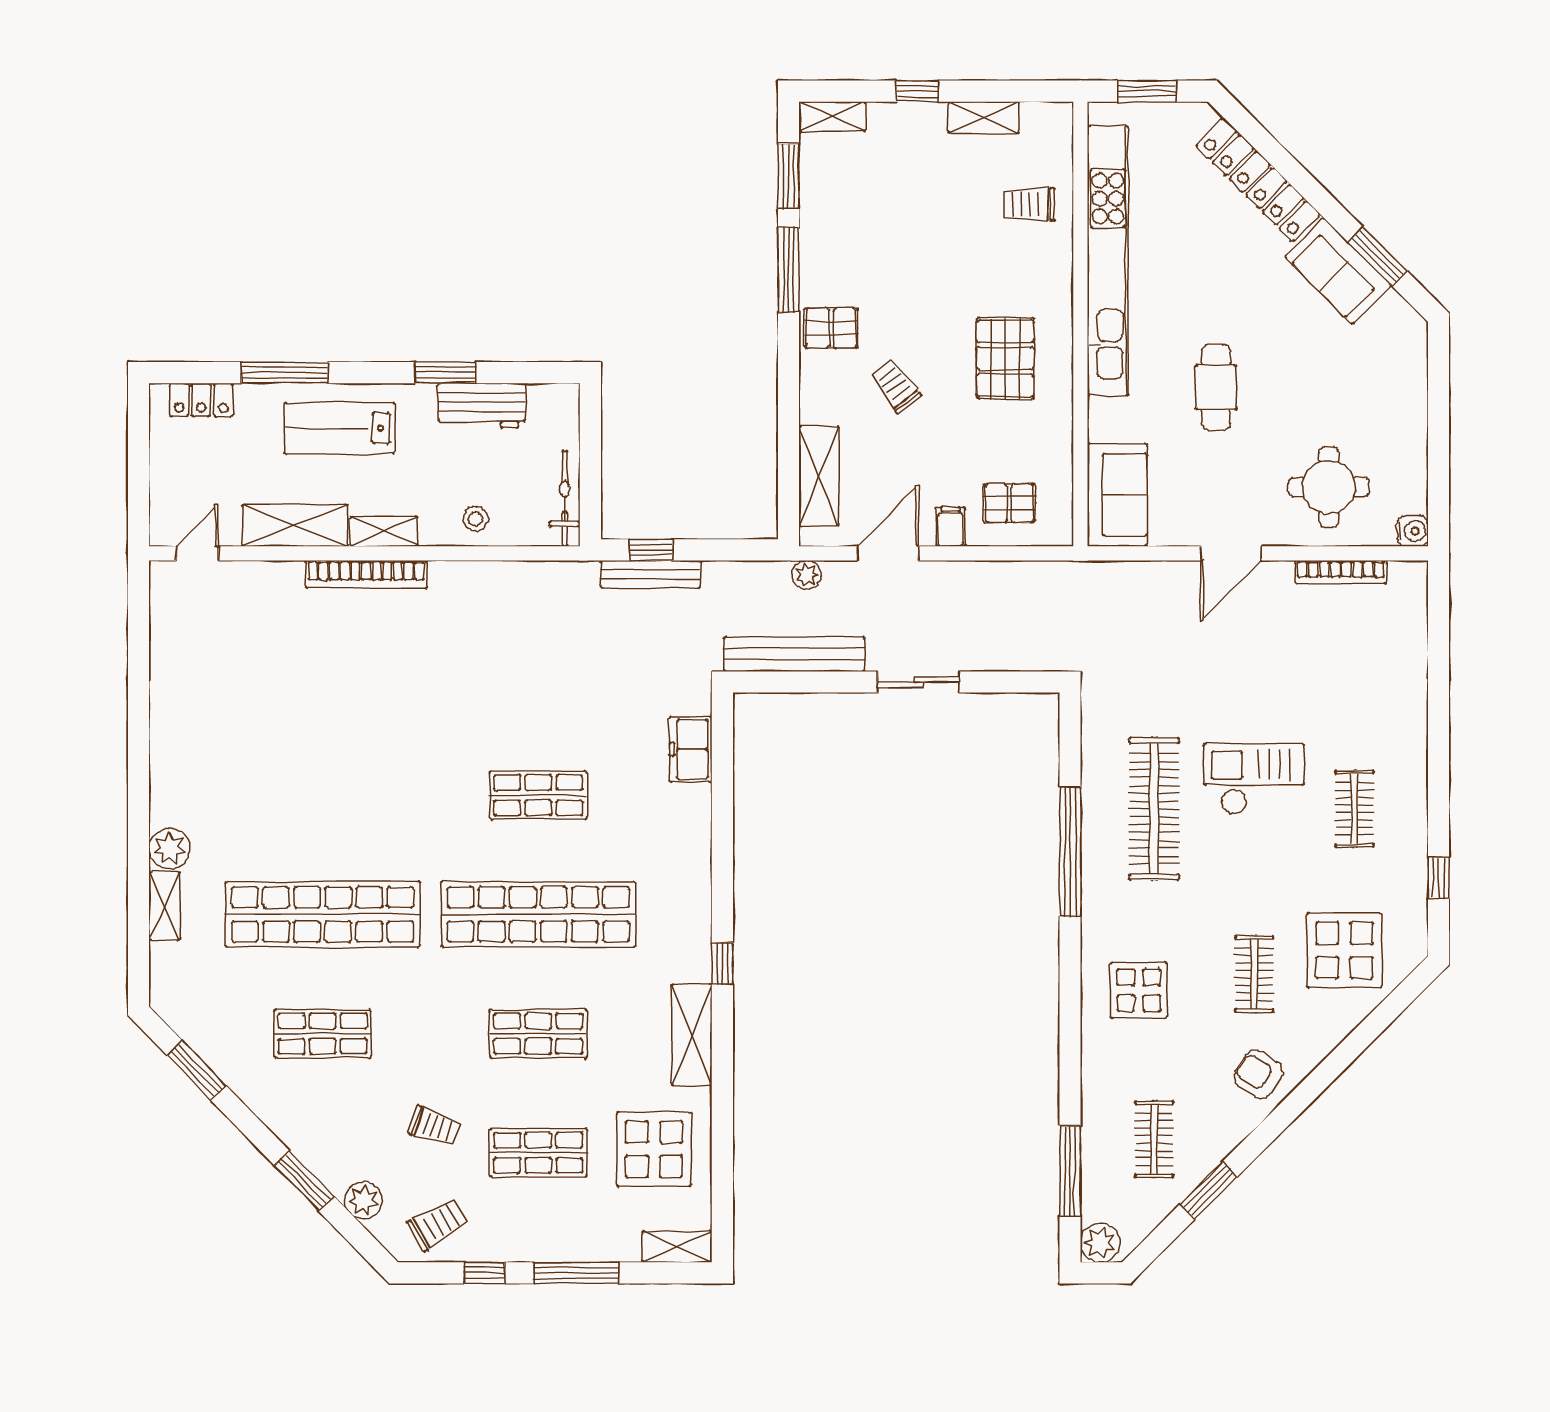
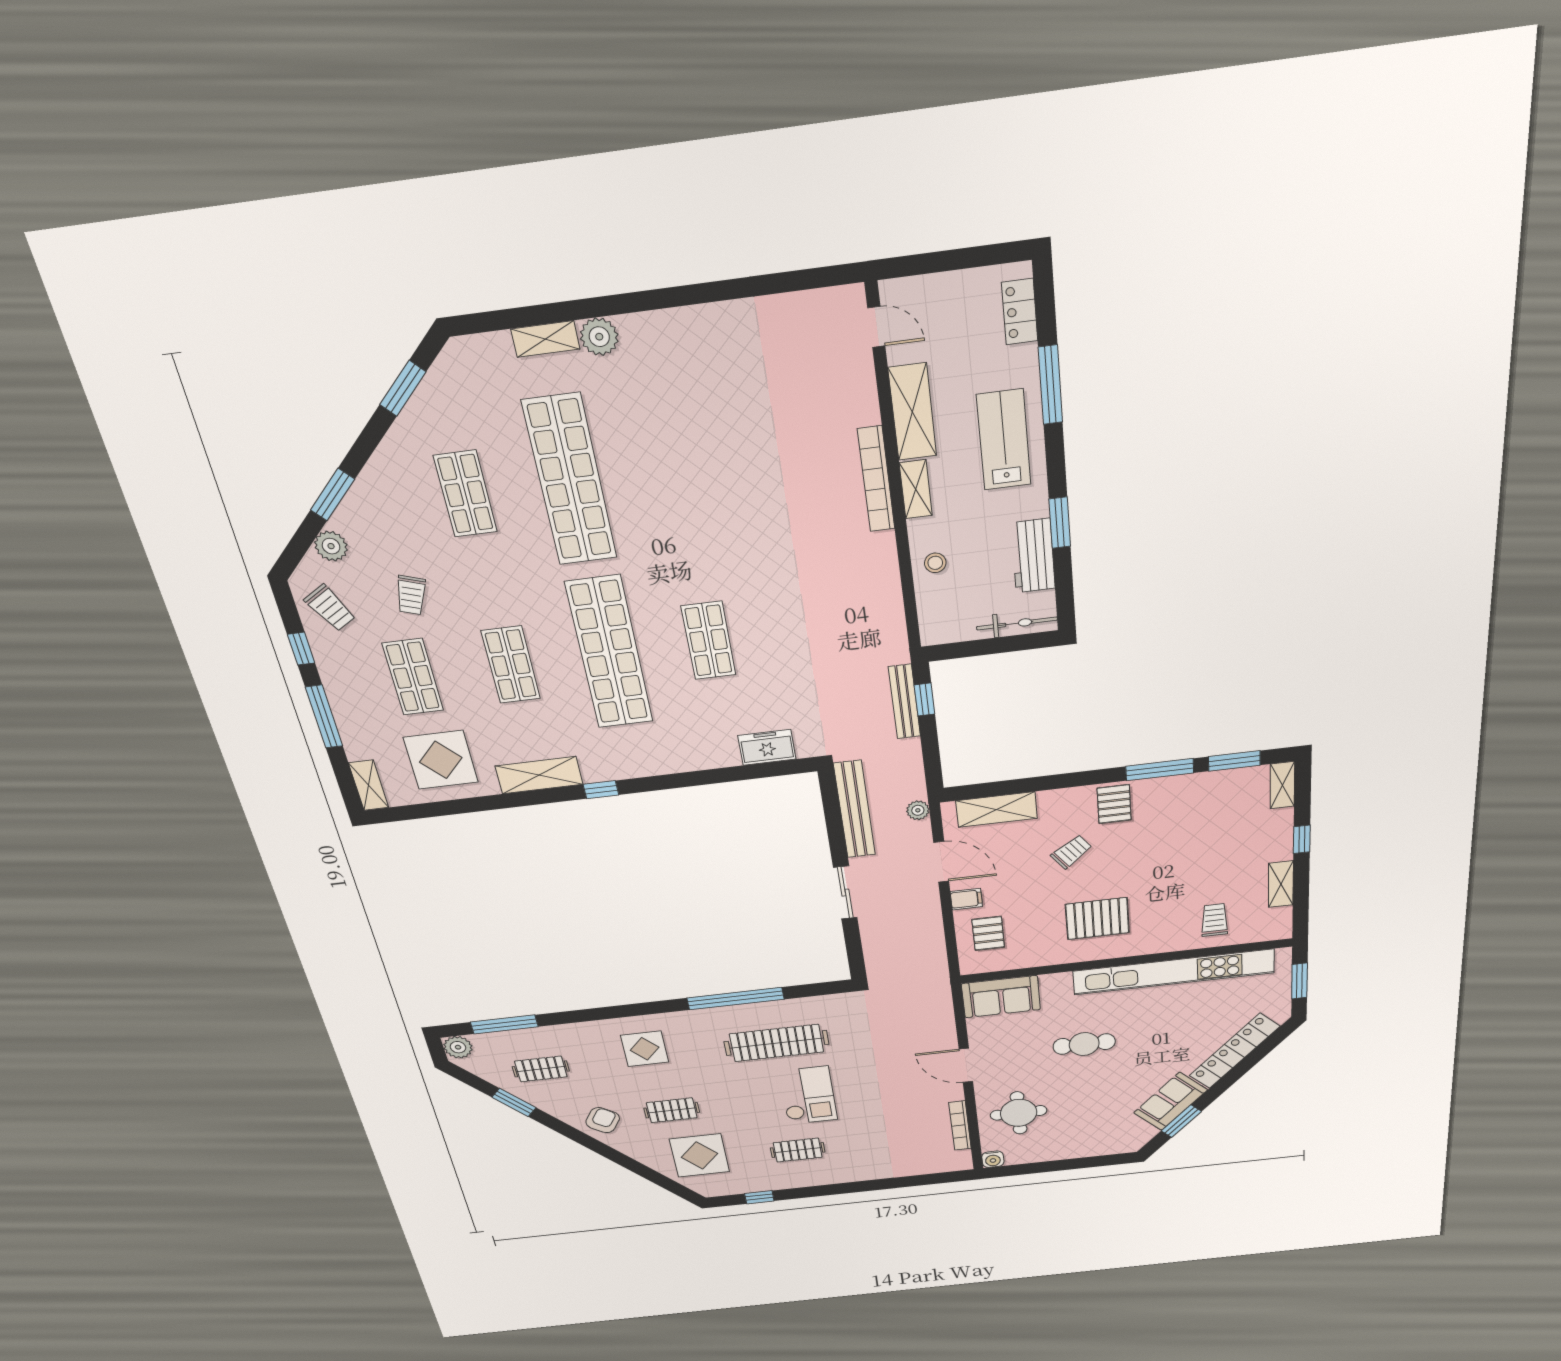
bicycle: (565, 499) -> (1017, 623), moved

